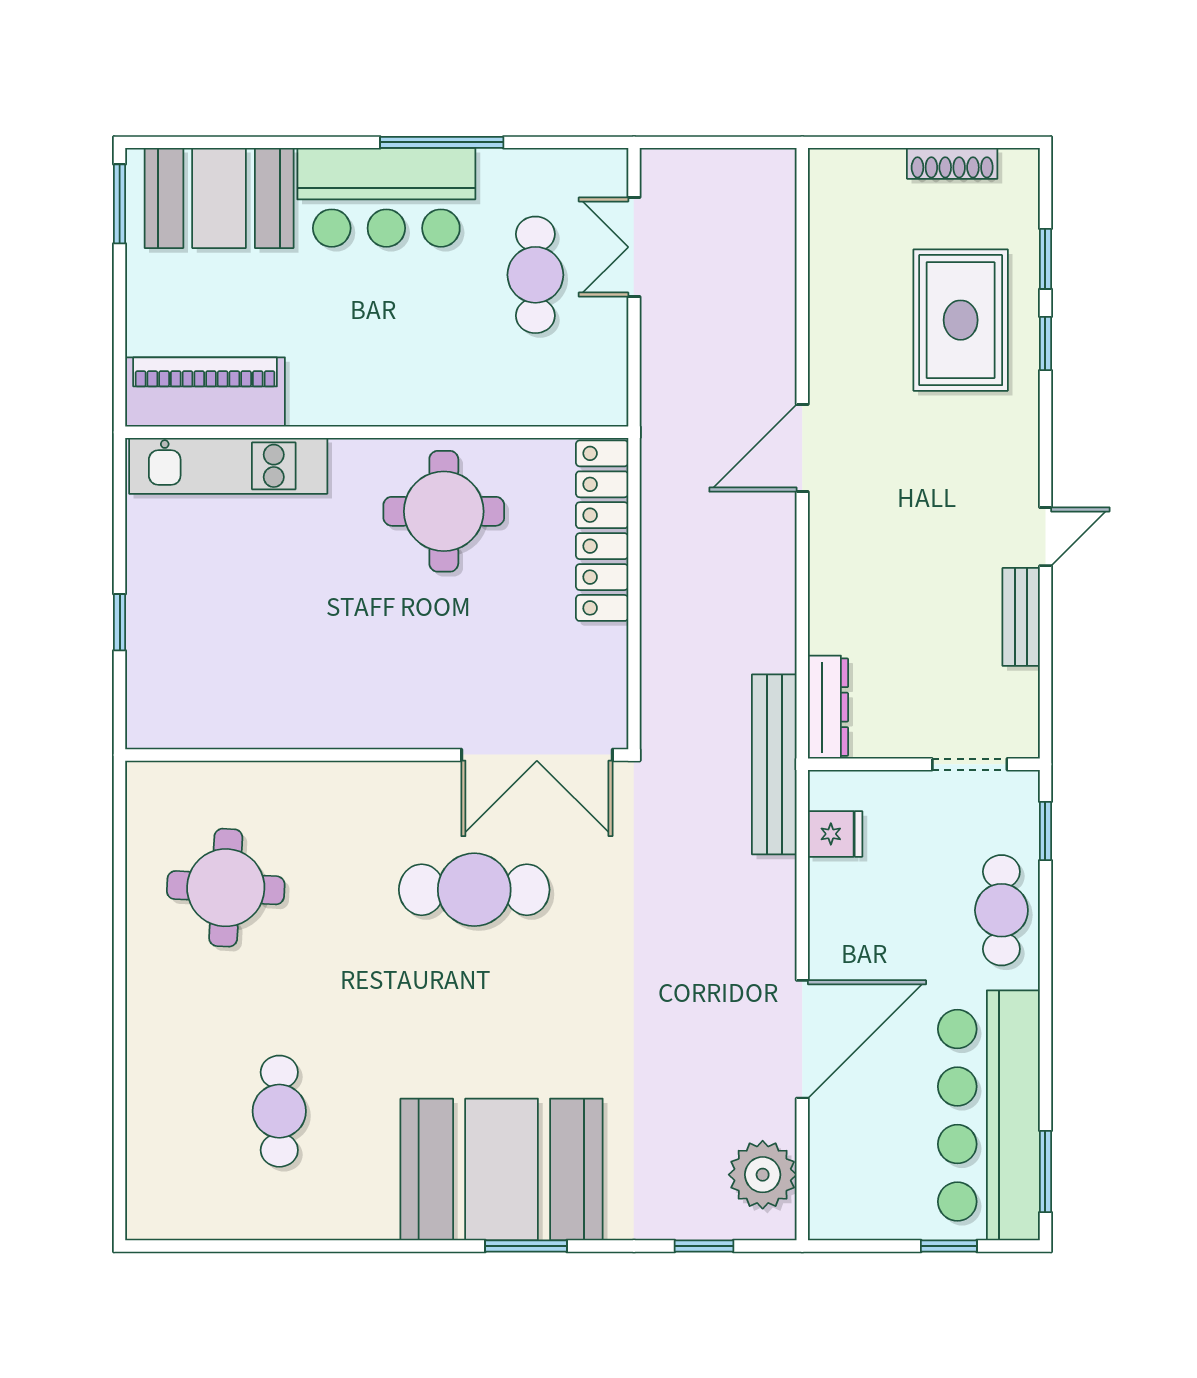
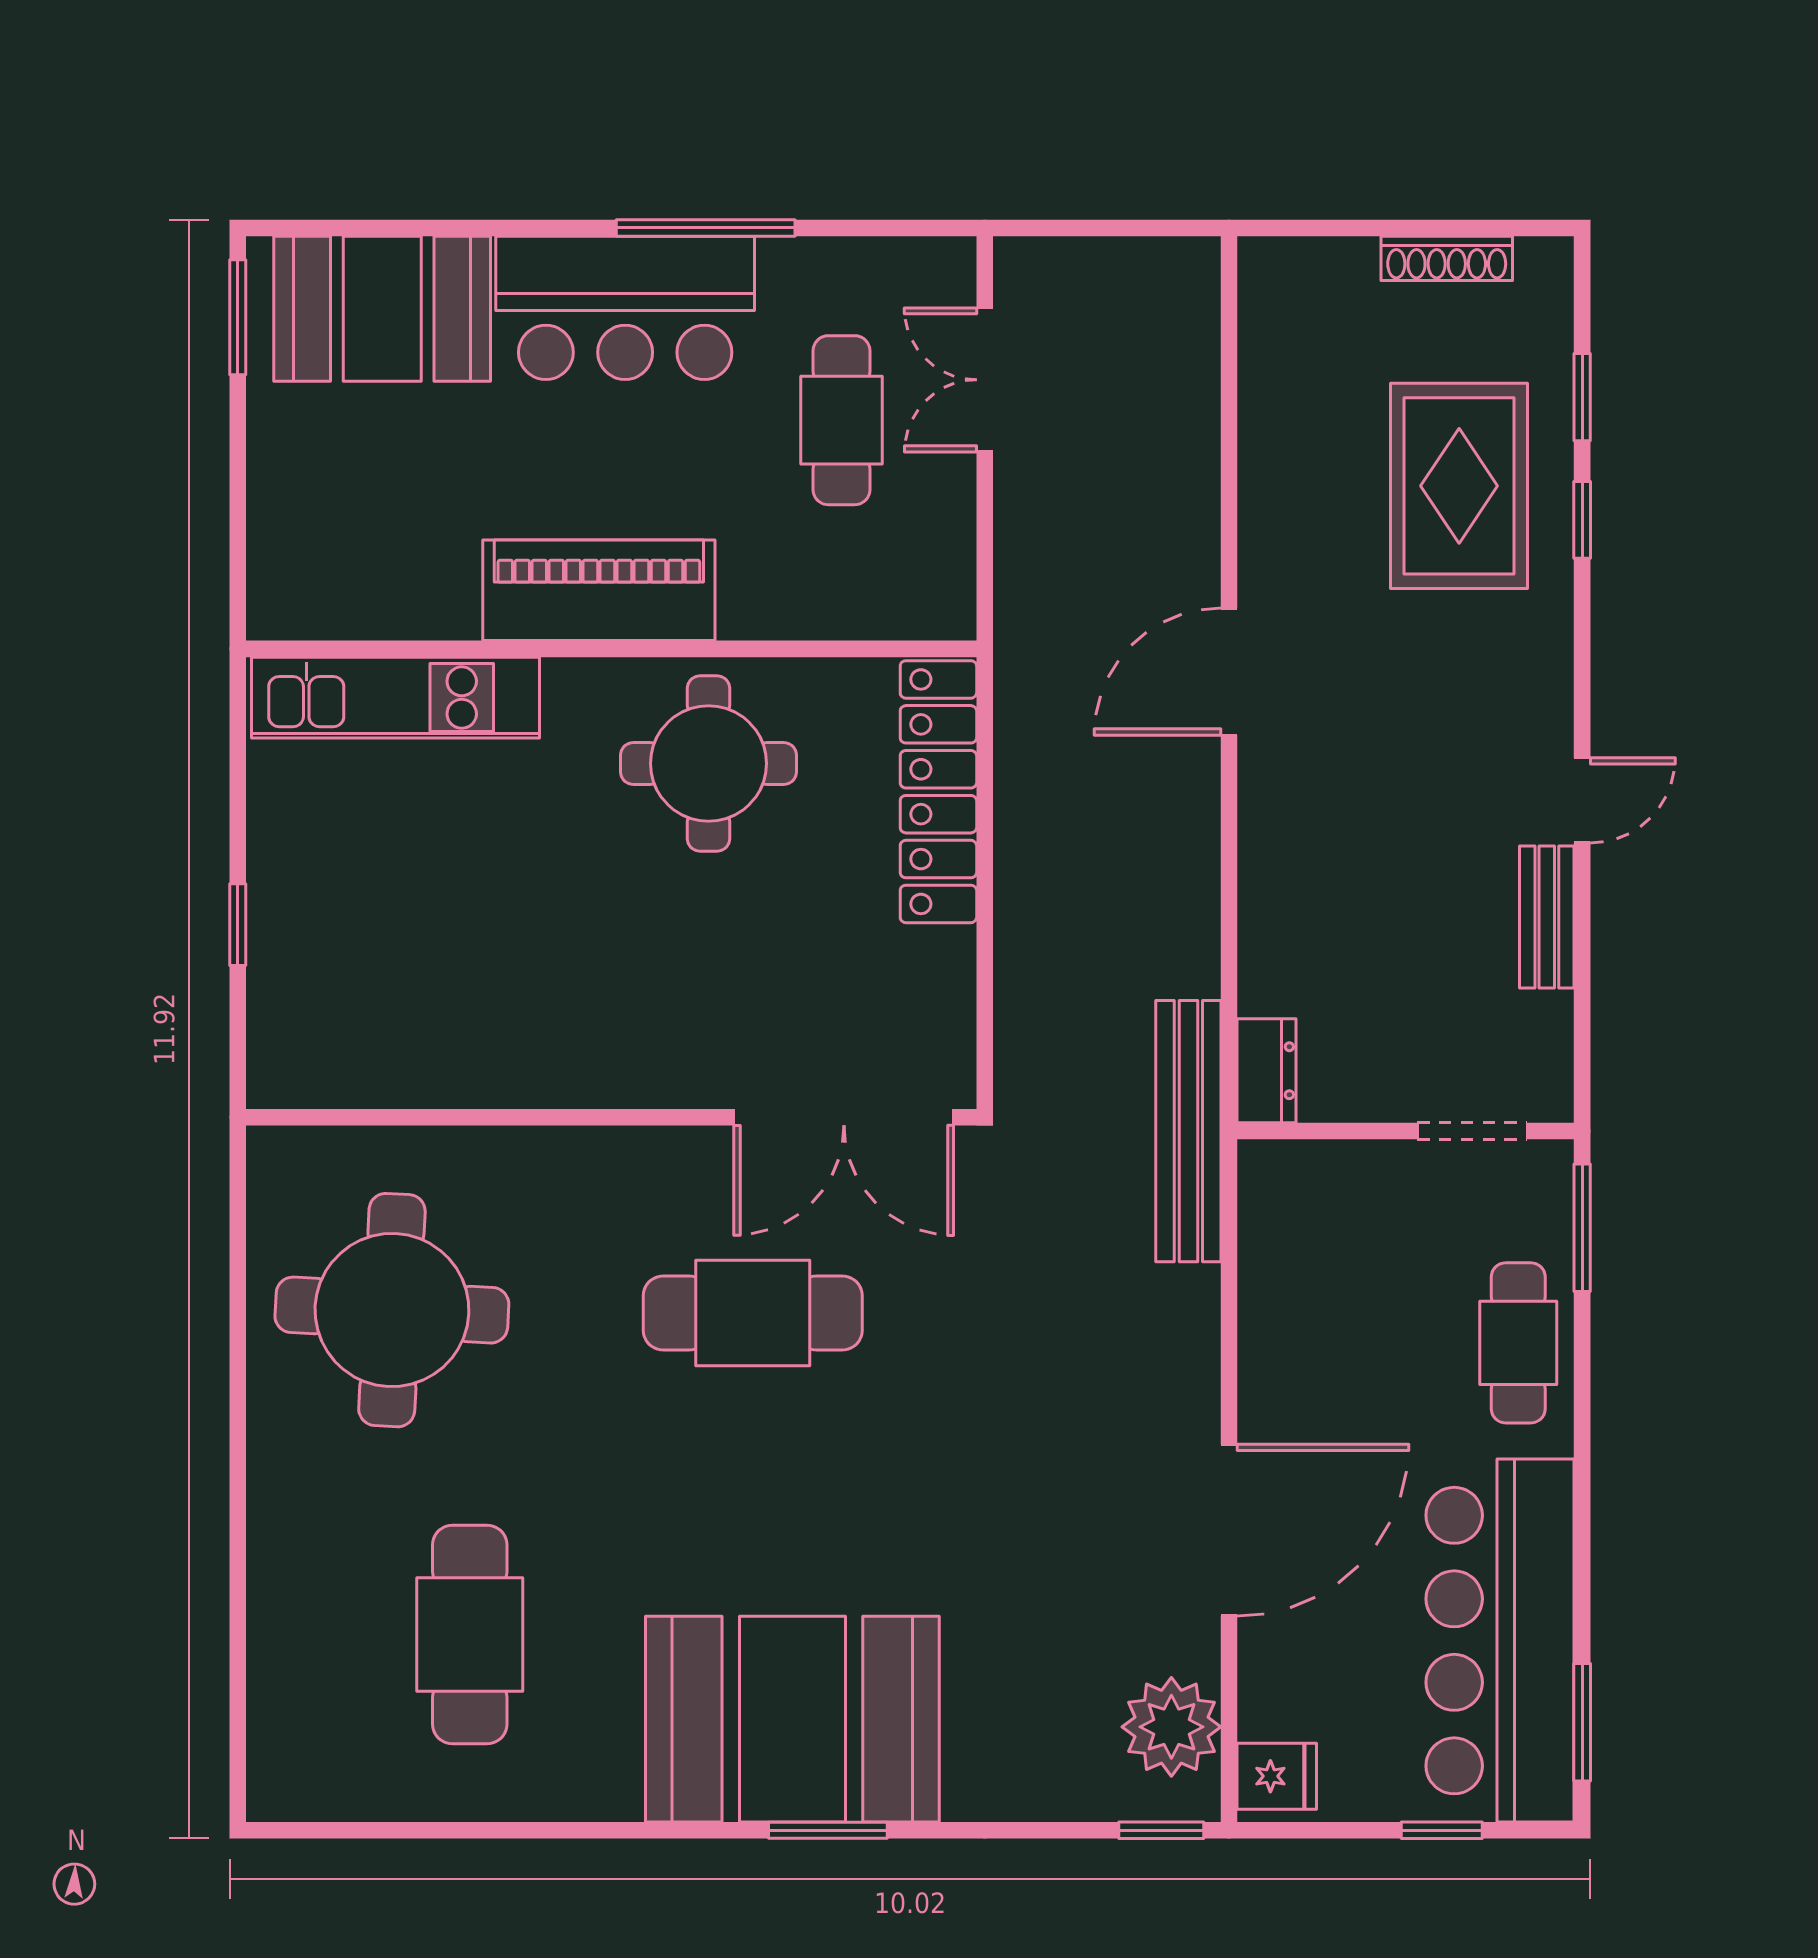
piano: (205, 392) -> (599, 590), moved
dresser: (828, 707) -> (1267, 1071), width x0.70
window: (1045, 831) -> (1582, 1228), width x1.50
fridge: (835, 834) -> (1277, 1776), moved
round table: (226, 888) -> (392, 1310), width x1.36, depth x1.36
cafe table: (279, 1111) -> (470, 1635), width x1.37, depth x1.35
window: (704, 1246) -> (1161, 1830), moved

